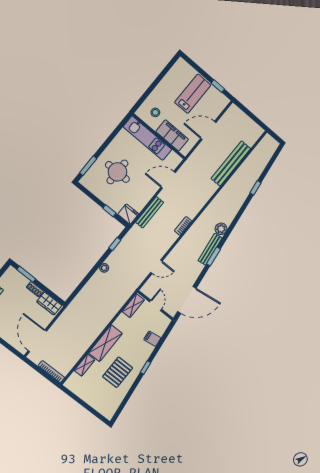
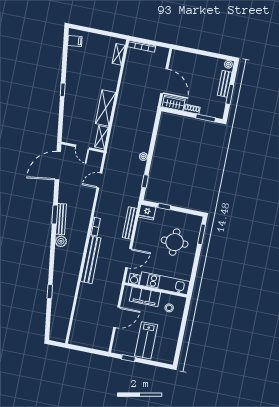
water cooler: (173, 157) -> (134, 279), added
bench: (231, 163) -> (91, 260), moved
filing cabinet: (152, 339) -> (75, 41), moved
door: (37, 341) -> (164, 81), moved
shelving: (105, 343) -> (106, 108), moved
shelving: (85, 365) -> (119, 54), moved
pallet: (118, 372) -> (85, 74), removed

